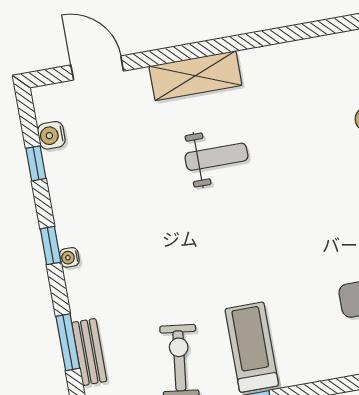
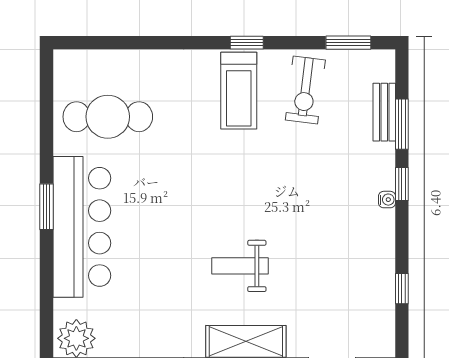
water cooler: (51, 135) -> (384, 311), removed
window: (51, 245) -> (402, 184), moved

